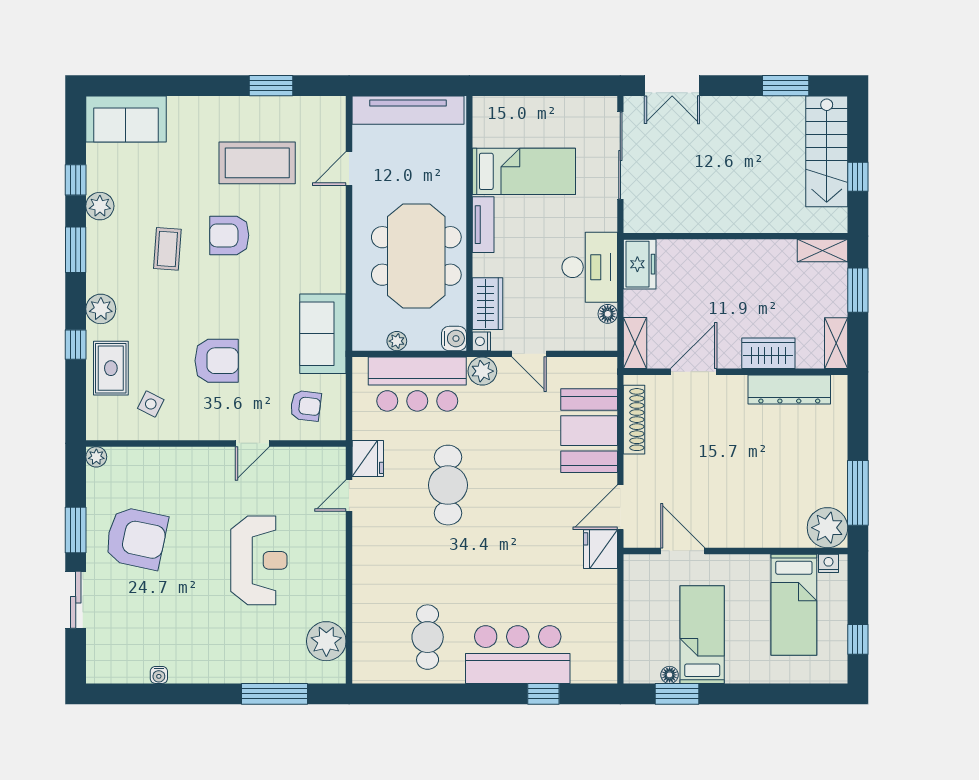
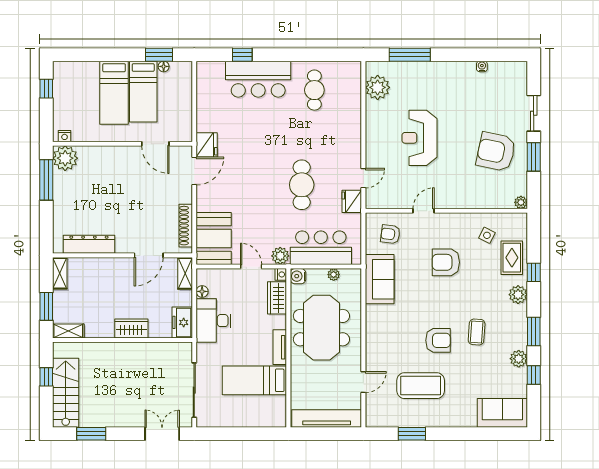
wardrobe: (768, 353) -> (131, 328), moved, turned 180
booth: (589, 431) -> (214, 239), moved
bed: (794, 605) -> (114, 93), moved, turned 180

